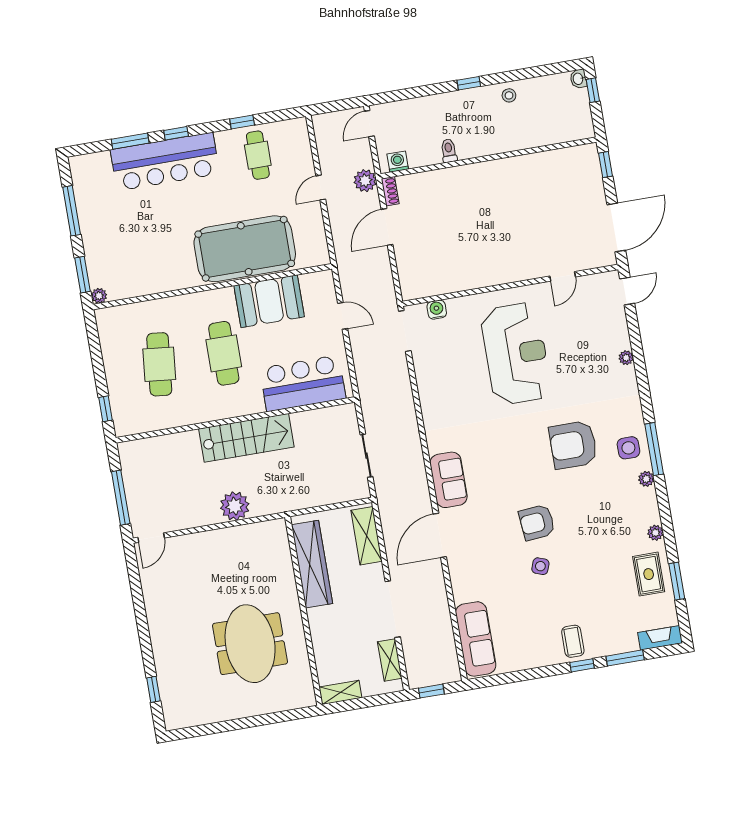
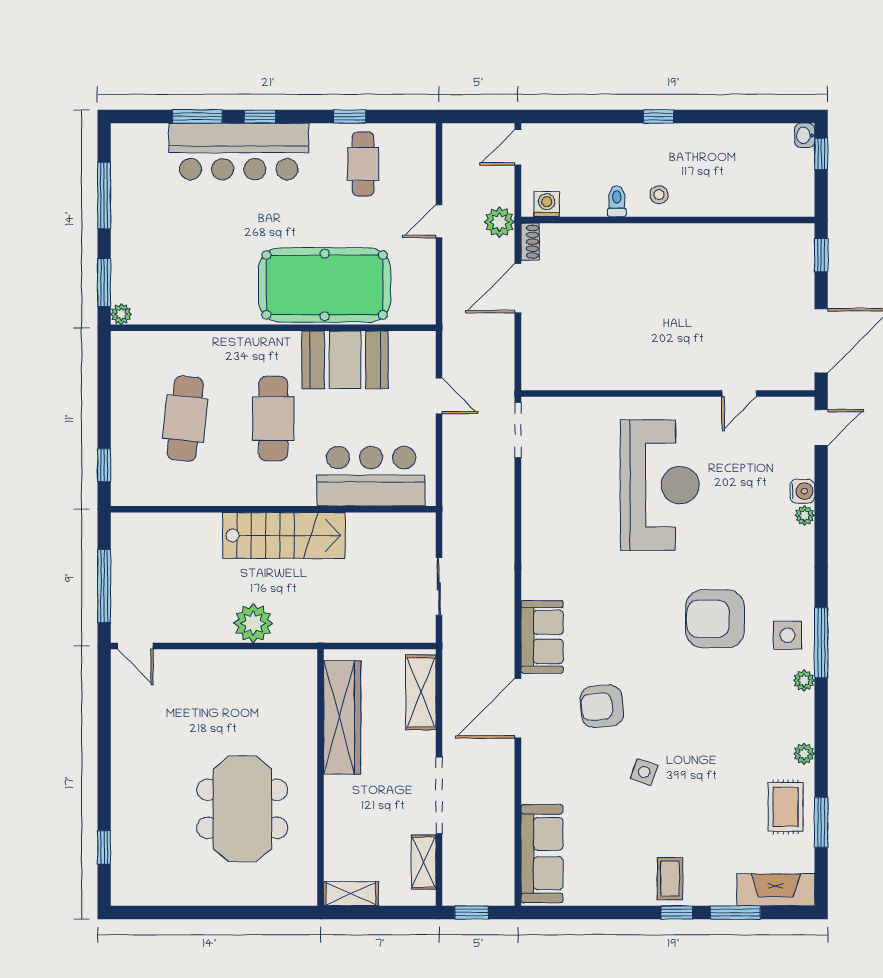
stool: (509, 95) -> (659, 195), moved
water cooler: (437, 310) -> (802, 491), moved, turned 90
armchair: (537, 522) -> (602, 706), moved
door: (151, 538) -> (135, 646), hinge flipped
fireplace: (660, 638) -> (776, 890), width x1.37, depth x1.32

